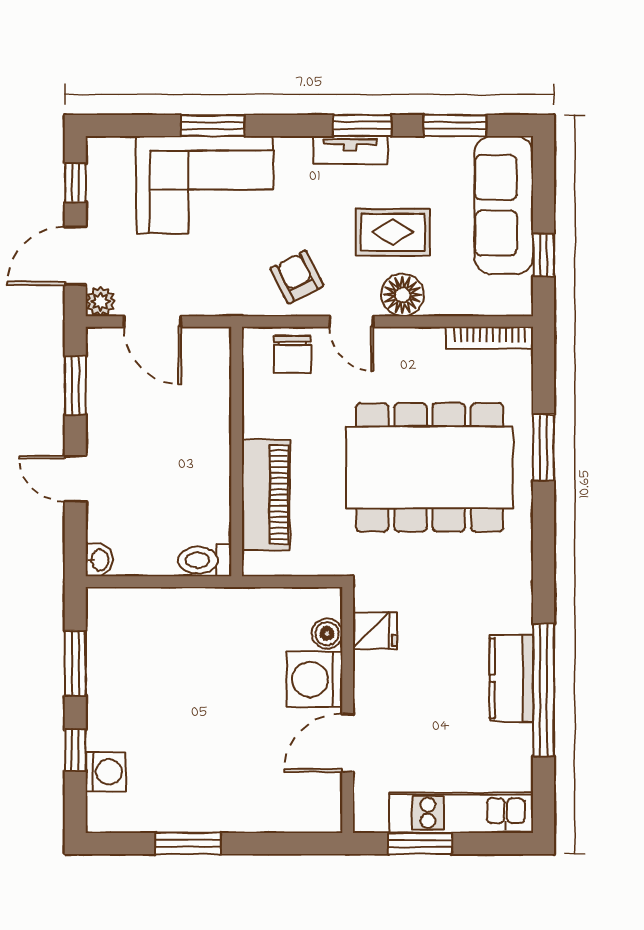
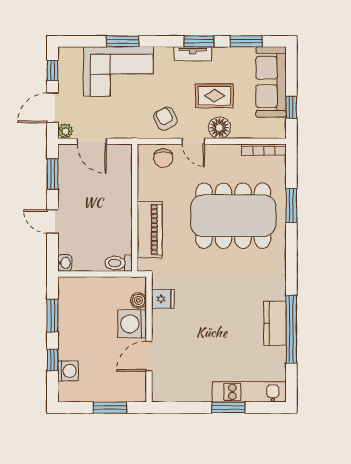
fridge: (375, 631) -> (163, 299), moved
boiler: (327, 634) -> (138, 300), moved
washing machine: (315, 679) -> (132, 324), moved
wall: (348, 710) -> (149, 339), moved
door: (348, 743) -> (149, 356), moved

